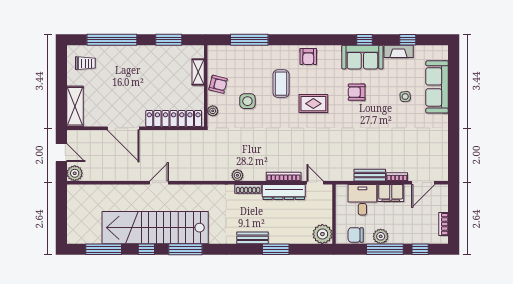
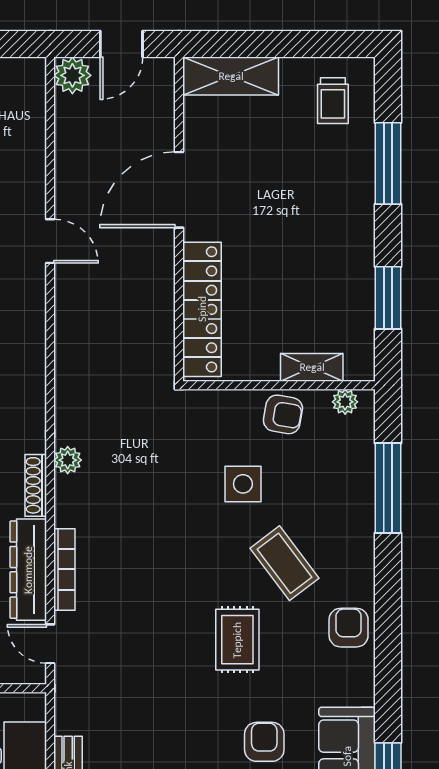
window: (112, 40) -> (388, 163), width x0.68
armchair: (308, 56) -> (349, 628), turned 90
armchair: (218, 84) -> (283, 414), turned -94
coffee table: (281, 84) -> (284, 563), turned 53
plant: (213, 111) -> (345, 402), moved
door: (159, 183) -> (50, 241), moved
door: (315, 183) -> (50, 644), swing flipped

